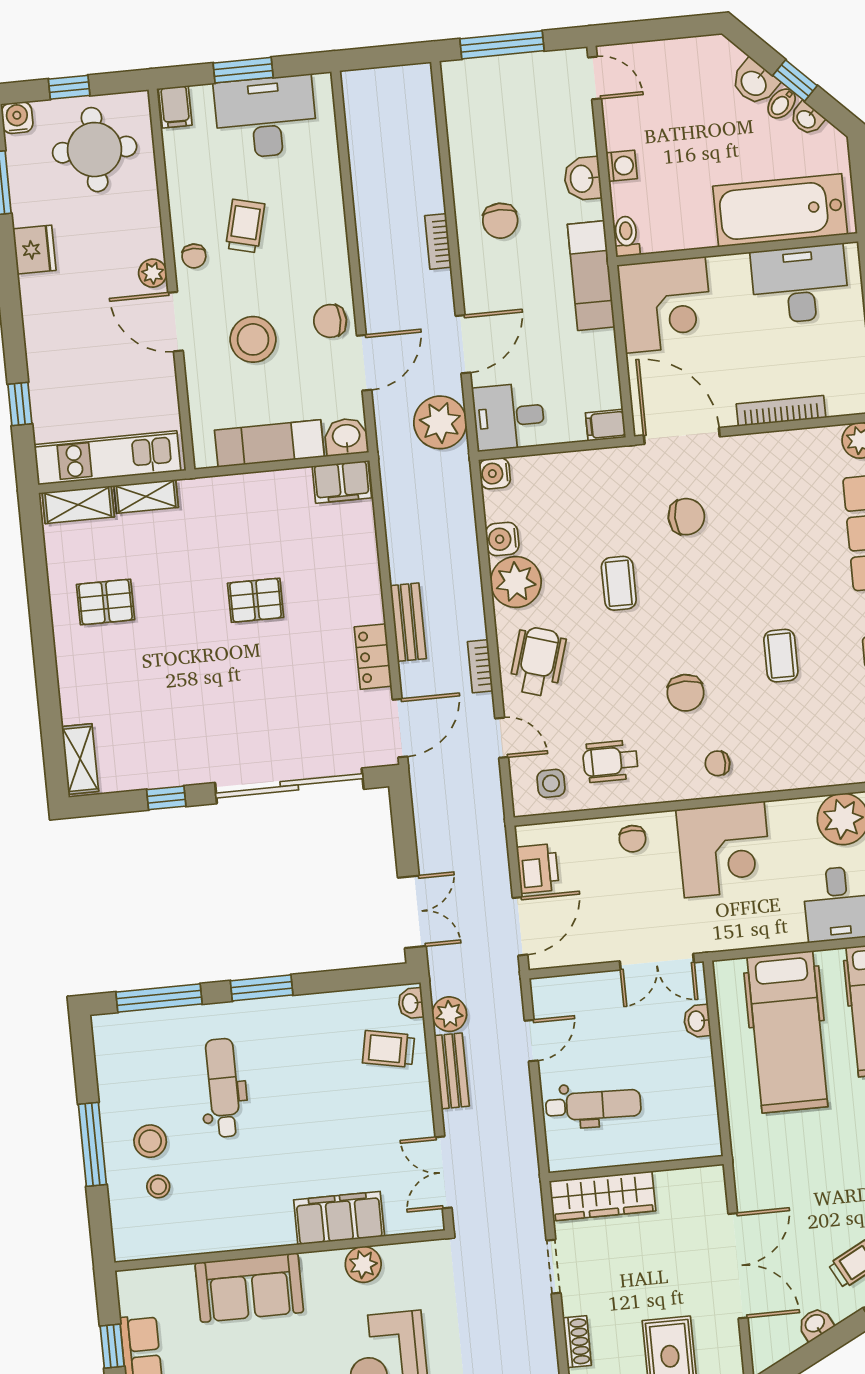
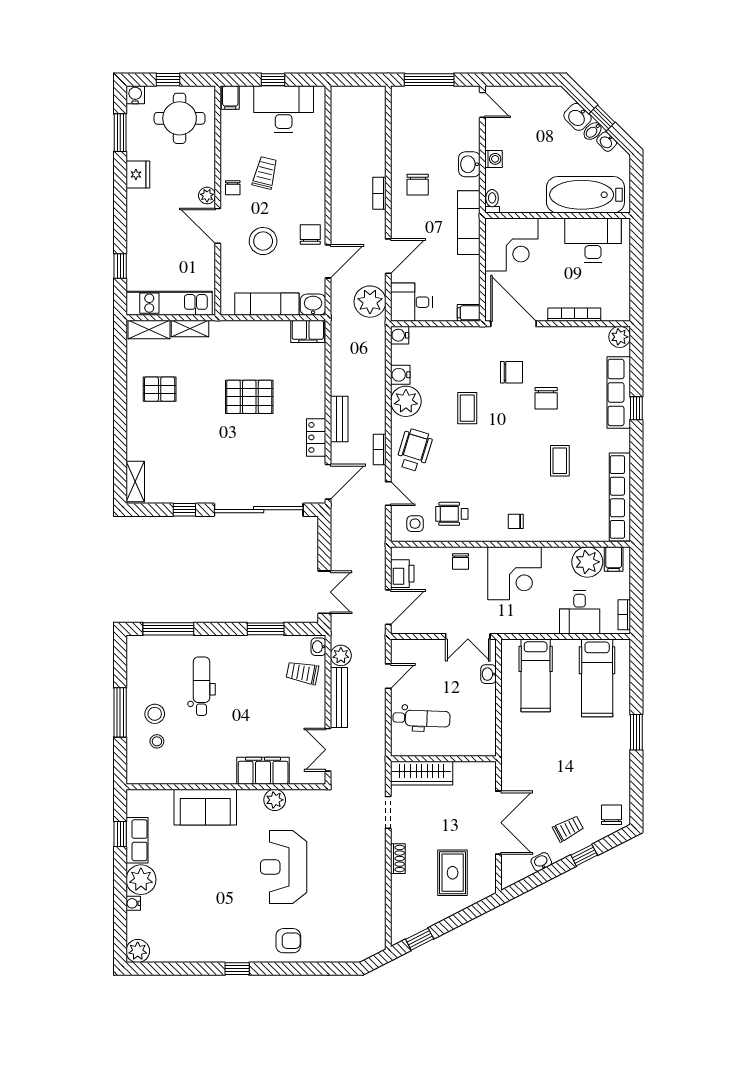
window: (243, 70) -> (273, 80), width x0.67
chair: (330, 321) -> (310, 234), turned 90
pallet: (256, 600) -> (249, 397), width x1.50, depth x1.42
chair: (686, 693) -> (546, 398), moved
window: (262, 988) -> (266, 629), moved
hospital bed: (787, 1032) -> (536, 675), width x0.73, depth x0.78
bench: (452, 1071) -> (339, 698), width x1.36

